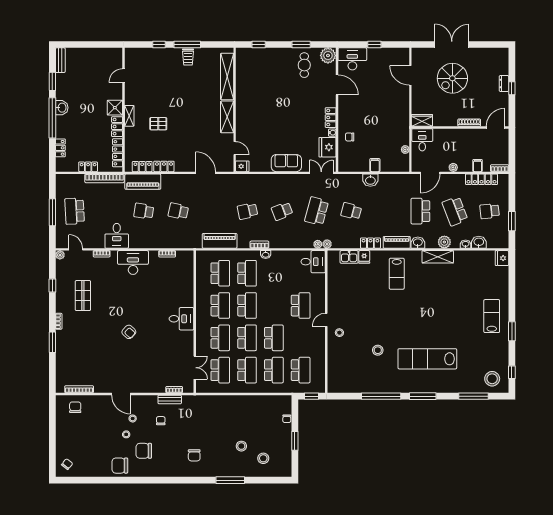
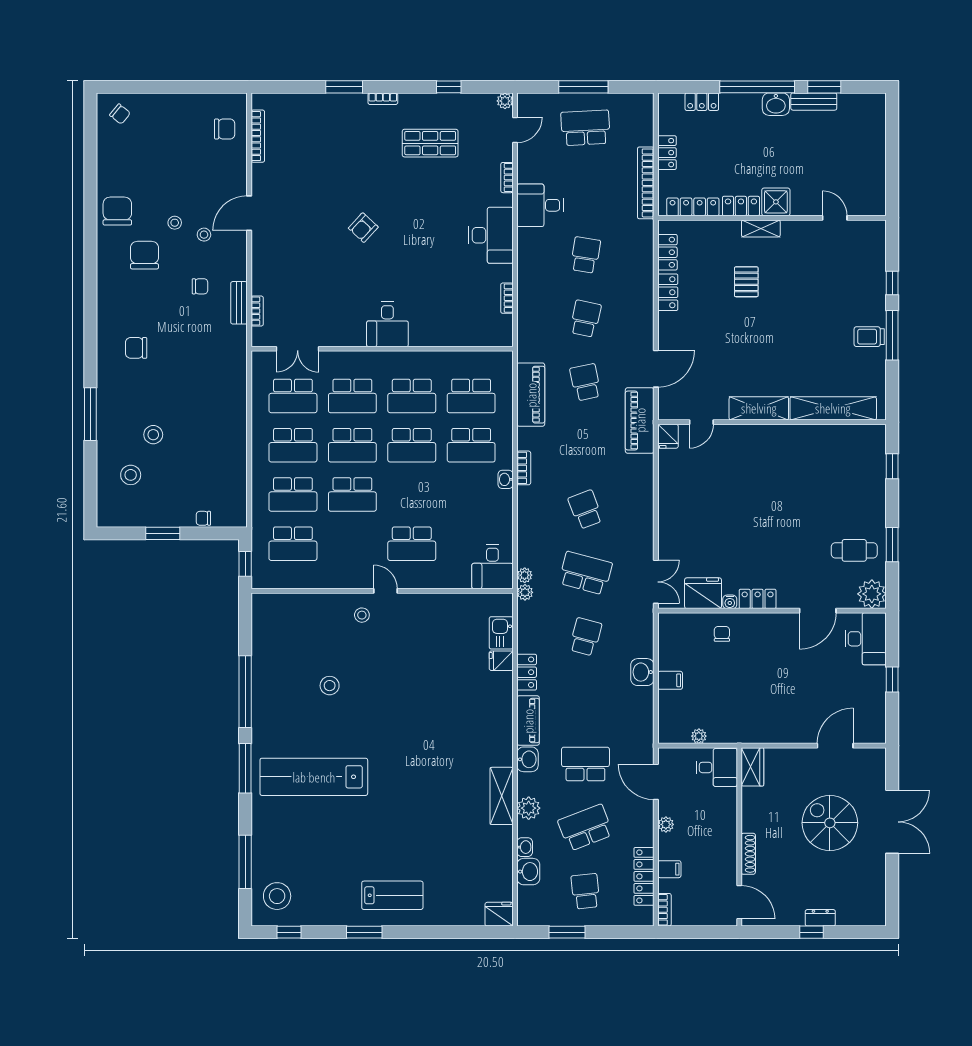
bench: (60, 60) -> (814, 102), moved
sofa: (286, 163) -> (674, 517), removed
piano: (143, 182) -> (640, 420), moved
school desk: (247, 211) -> (585, 382), moved
lab bench: (397, 274) -> (470, 721), removed
lab bench: (427, 359) -> (314, 777), turned -90

